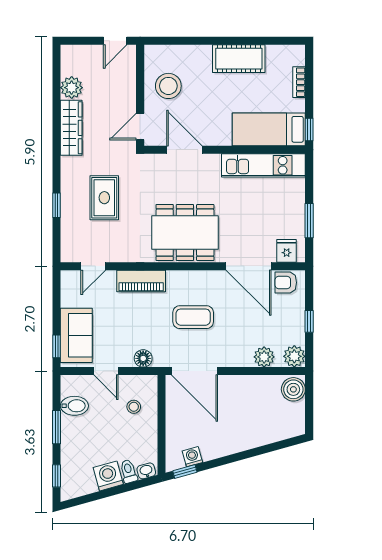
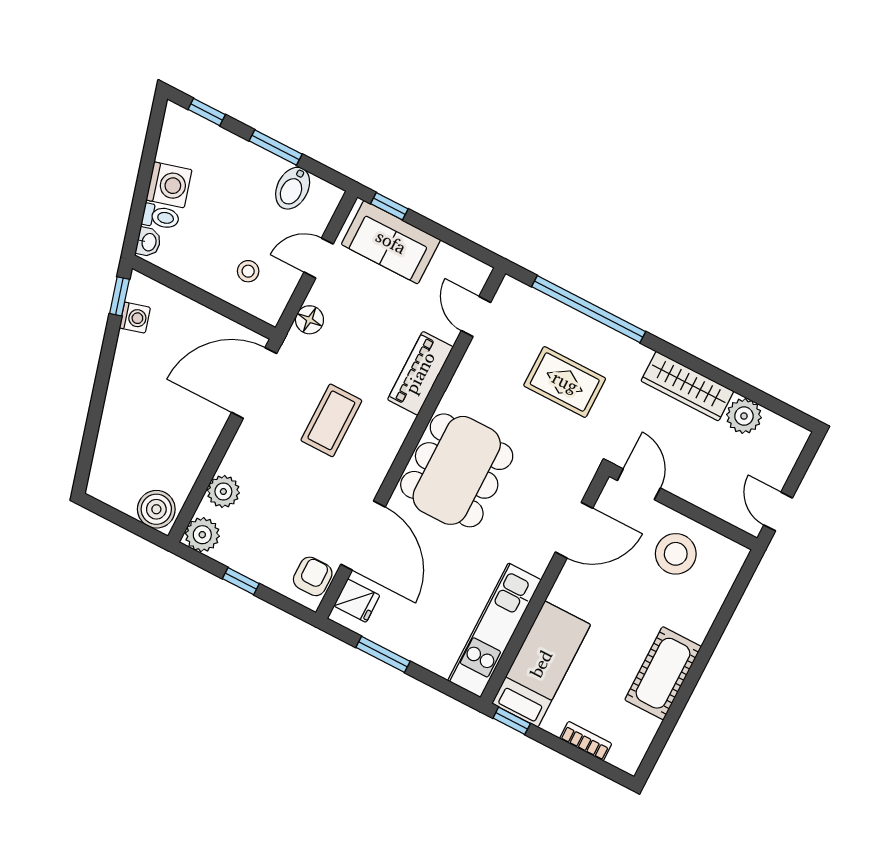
window: (57, 205) -> (589, 309), width x3.17
door: (248, 266) -> (363, 536), swing flipped

